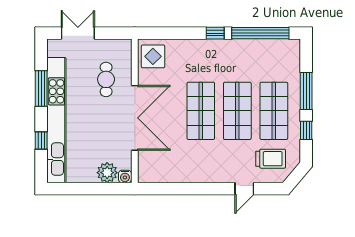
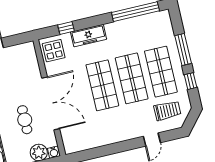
window: (215, 33) -> (66, 28), moved
freezer: (198, 48) -> (89, 36), added
cafe table: (106, 79) -> (25, 120), moved

